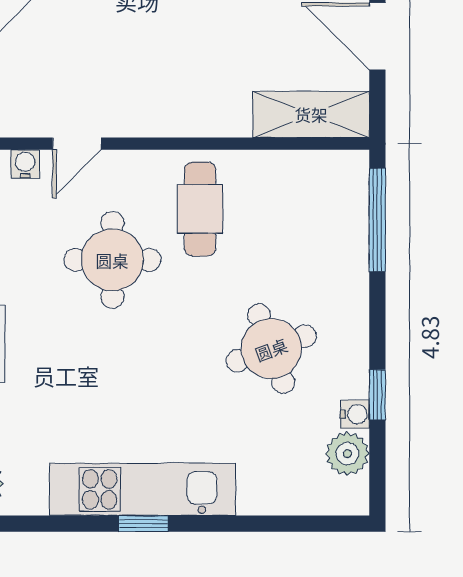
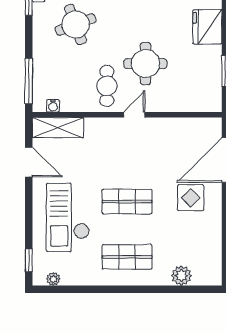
door: (77, 144) -> (134, 115), moved
water cooler: (25, 164) -> (53, 106), moved

